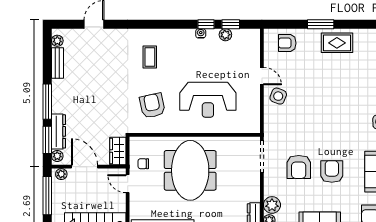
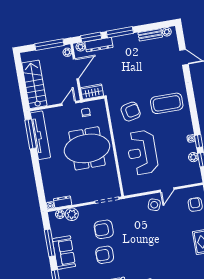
coffee table: (150, 57) -> (167, 103), width x1.86, depth x1.72
armchair: (332, 172) -> (105, 255), turned 180

